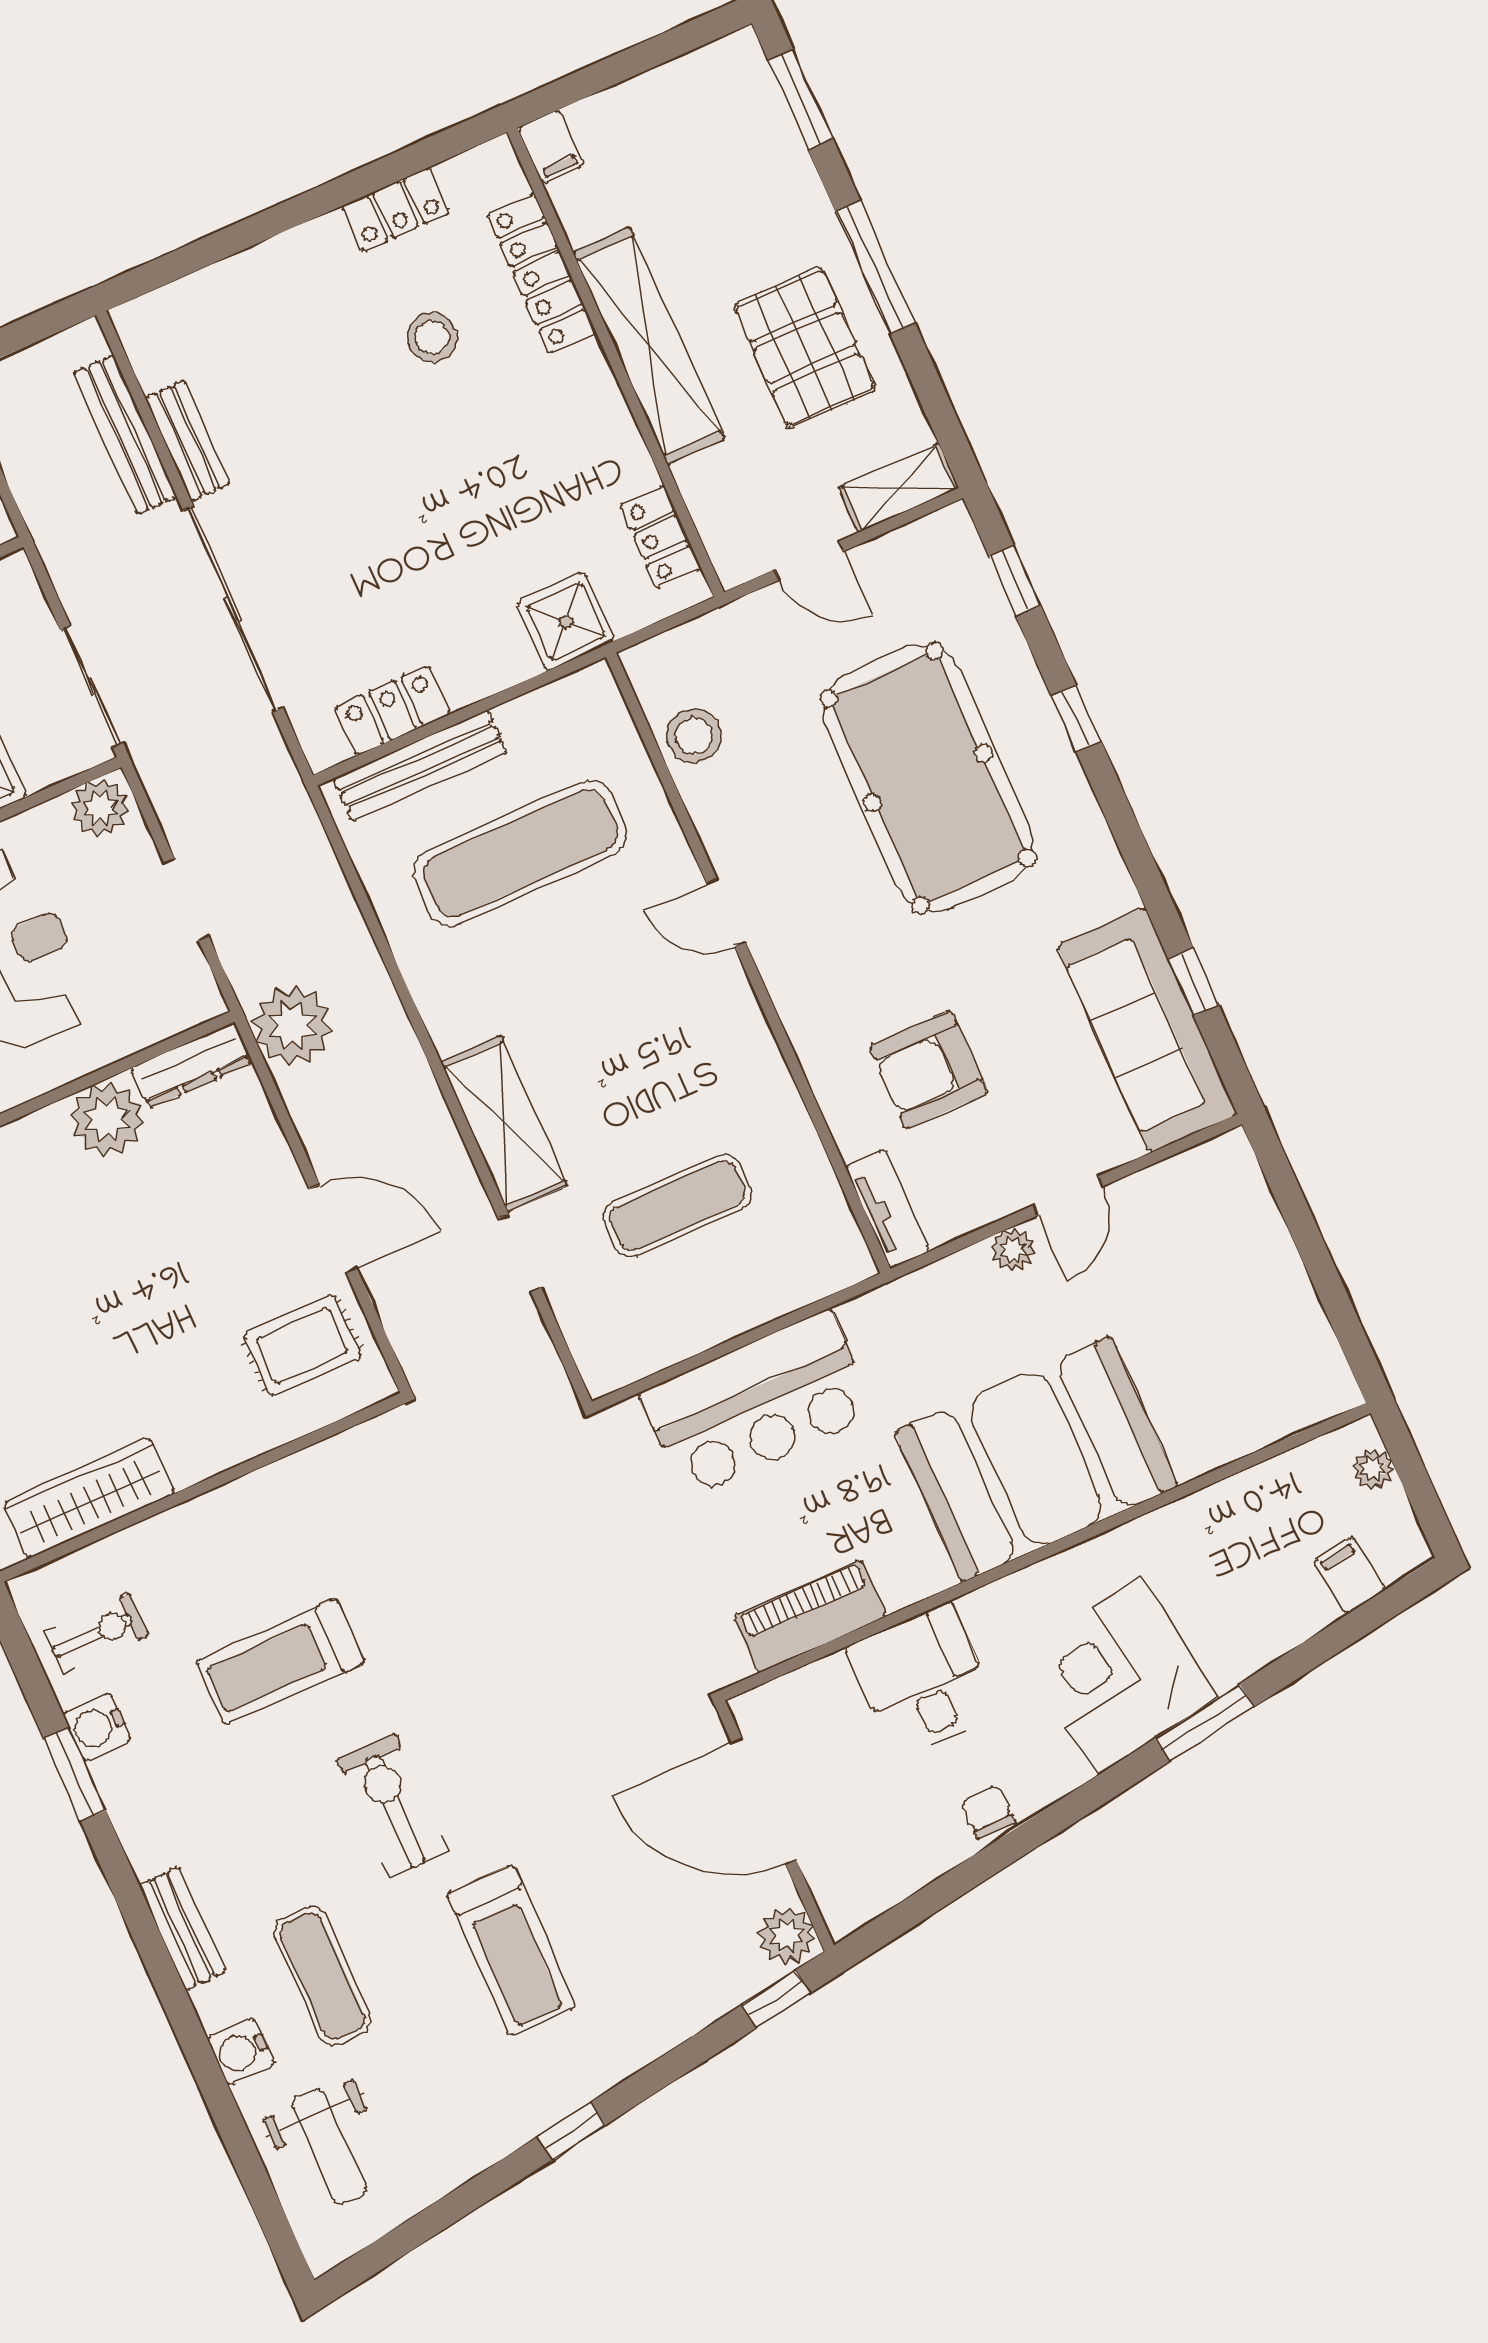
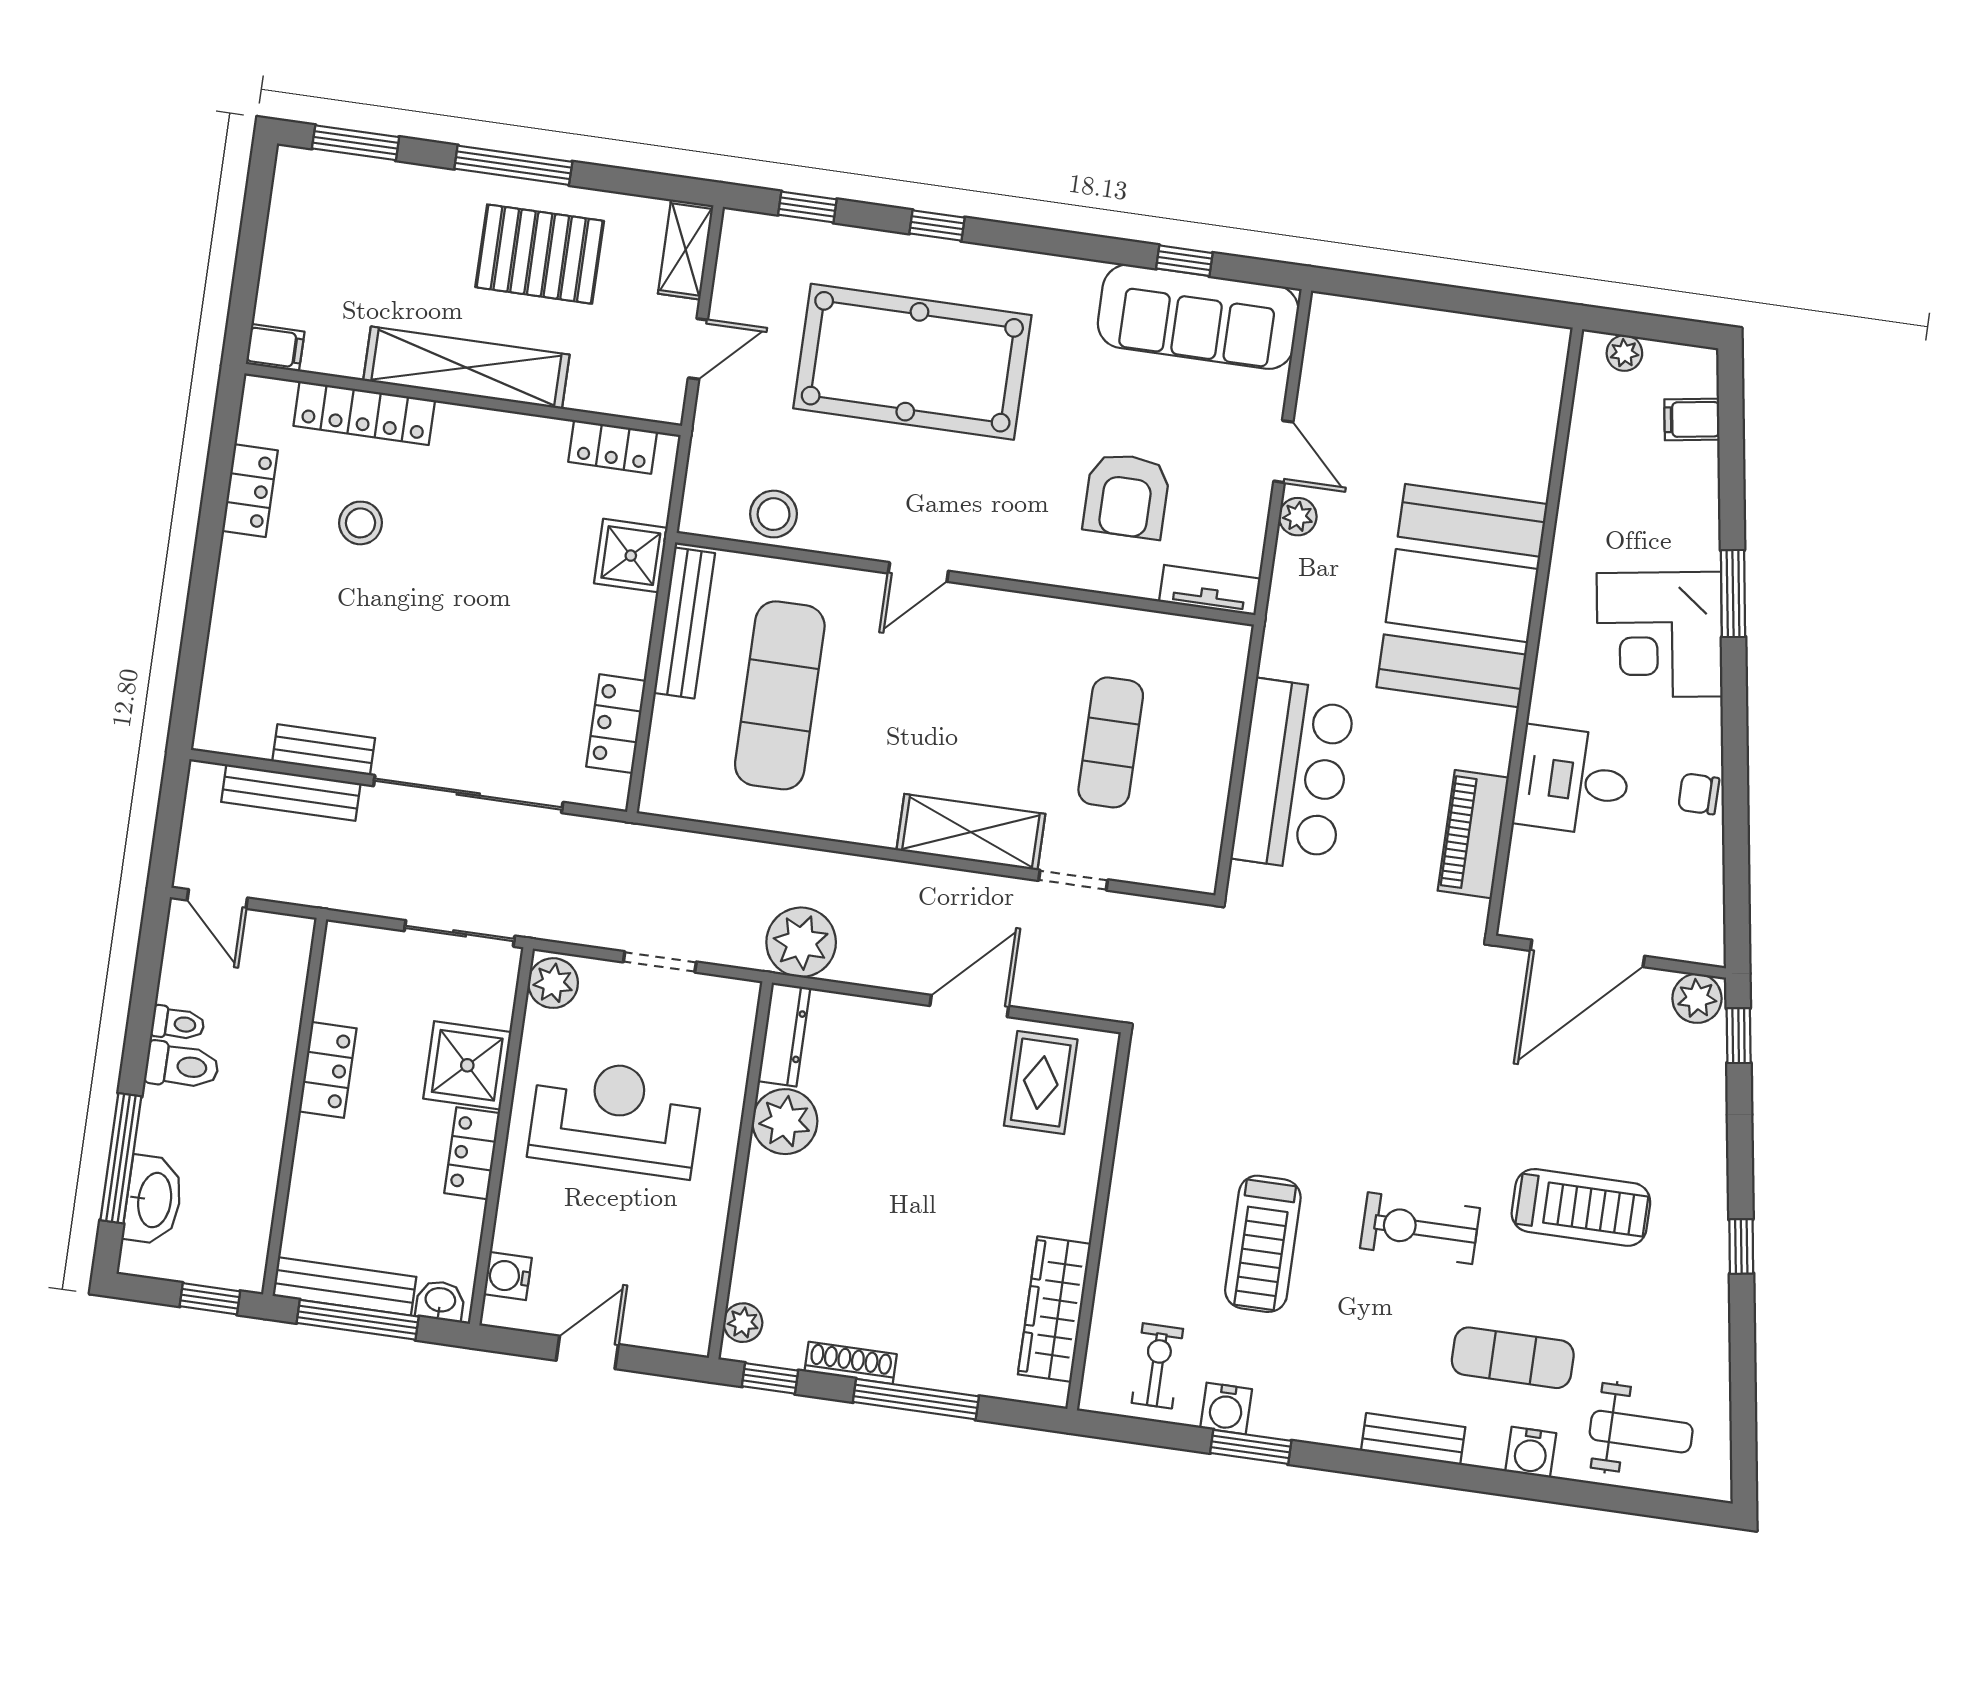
bench: (420, 766) -> (684, 623), moved

